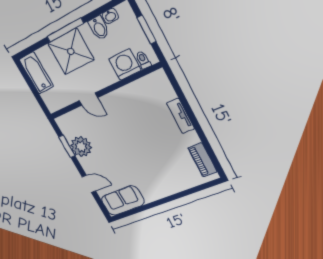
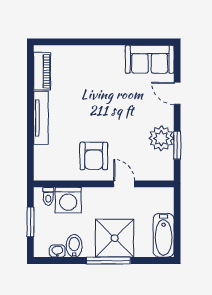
armchair: (124, 110) -> (94, 156), added
tv unit: (181, 116) -> (41, 118), width x1.41

